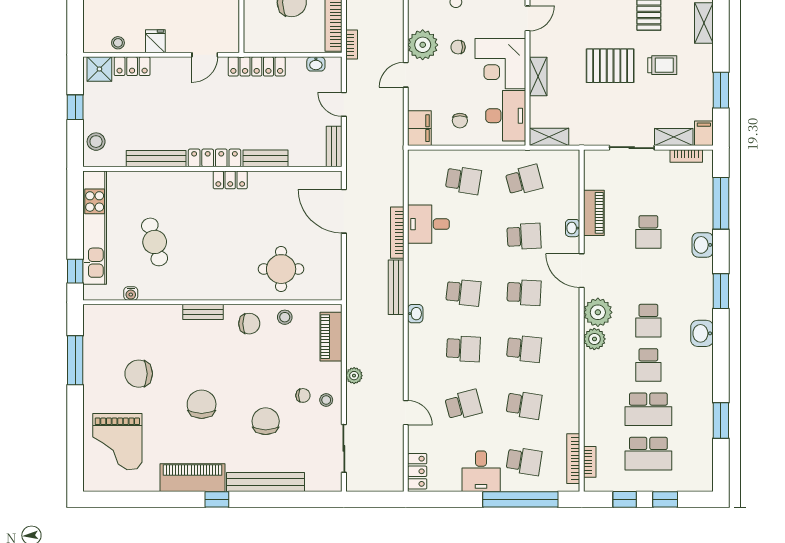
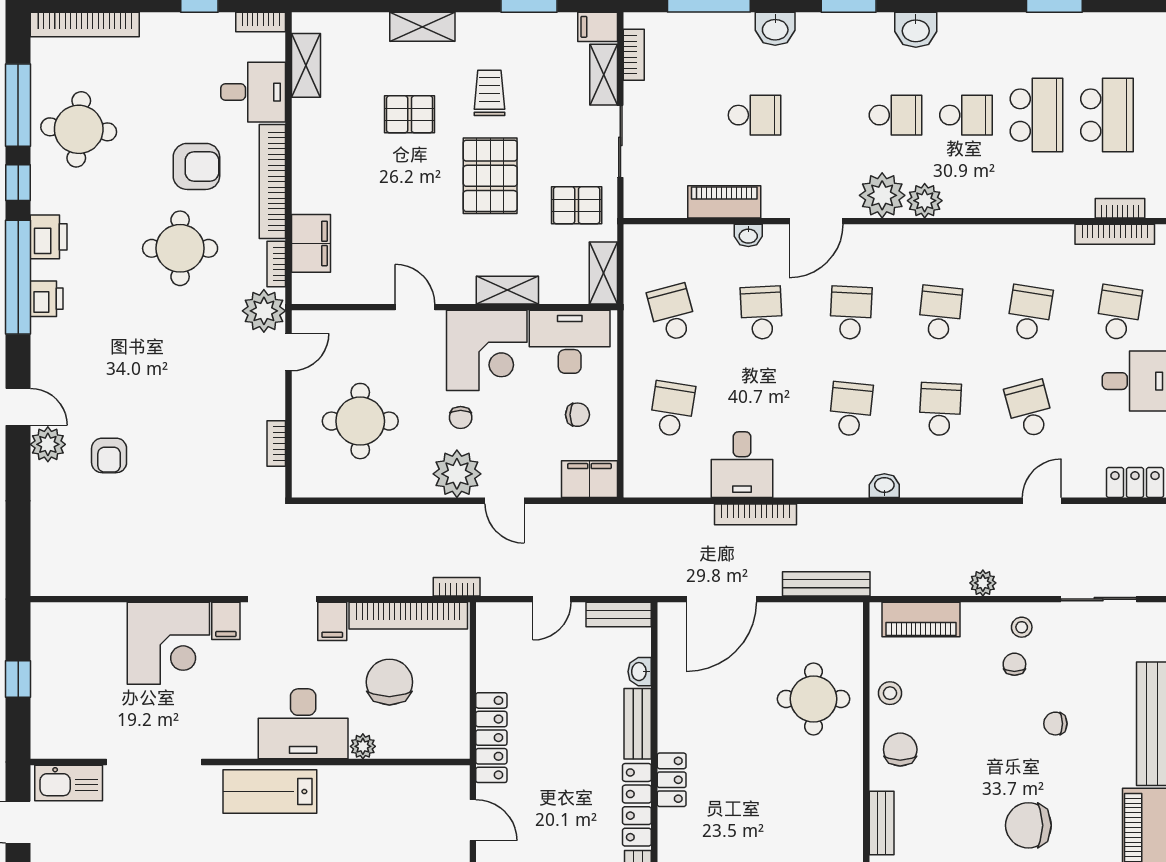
washbasin: (316, 64) -> (640, 672), moved, turned 180
pallet: (592, 120) -> (577, 205), added
bench: (396, 287) -> (826, 584), moved
chair: (266, 421) -> (1055, 724), width x0.54, depth x0.54

